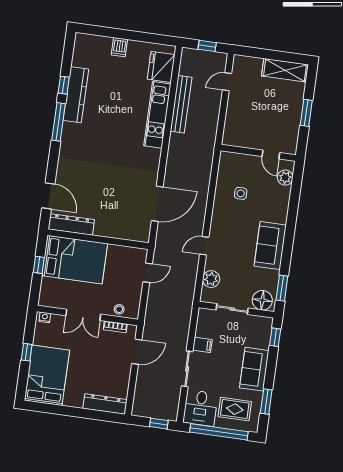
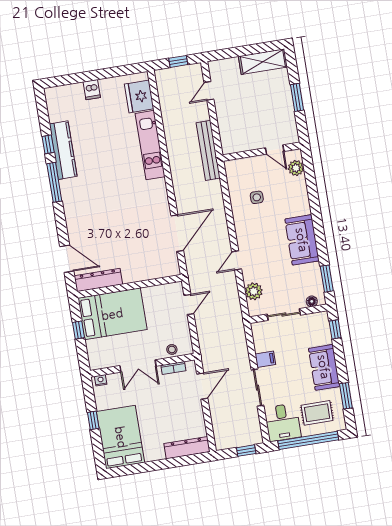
bench: (181, 104) -> (208, 150), moved
floor lamp: (262, 300) -> (312, 301), width x0.53, depth x0.53

